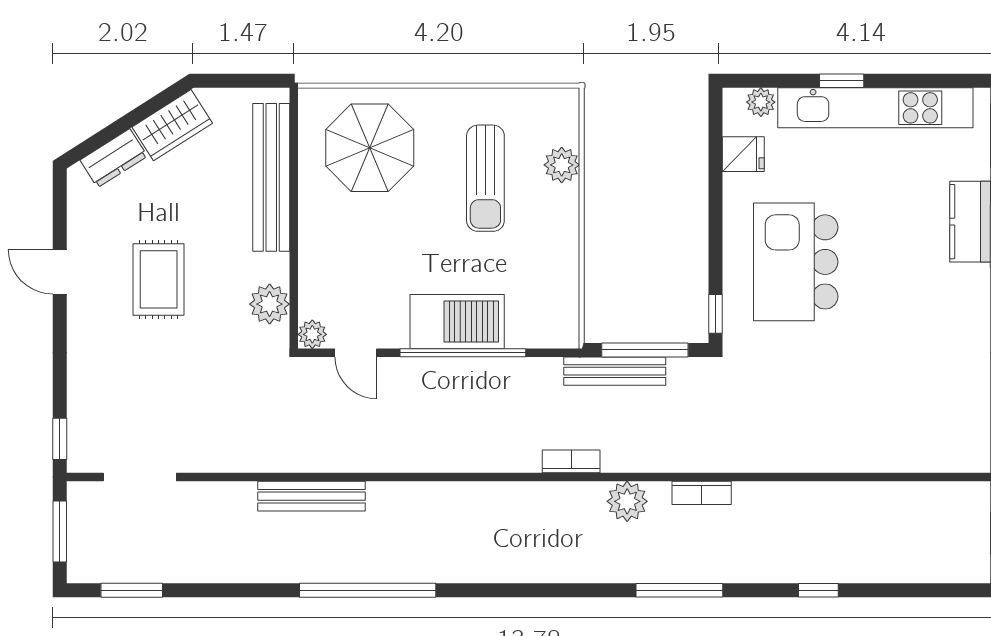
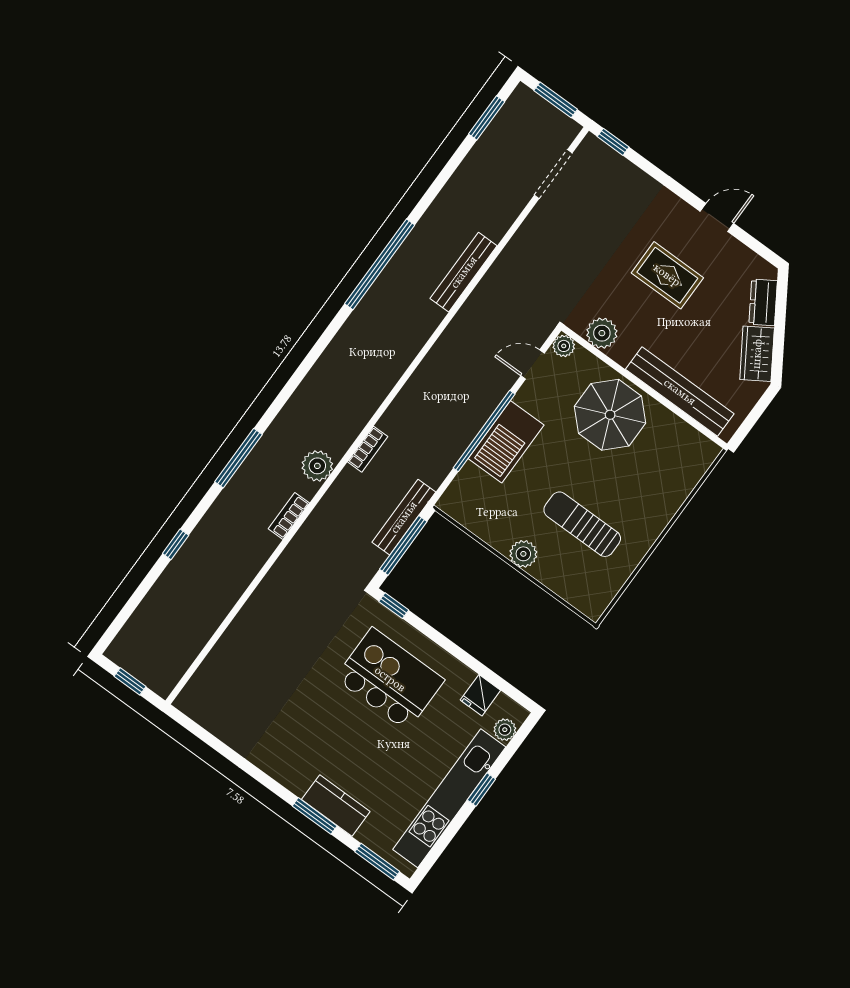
parasol: (370, 148) -> (610, 415), moved
plant: (562, 165) -> (523, 554), moved

